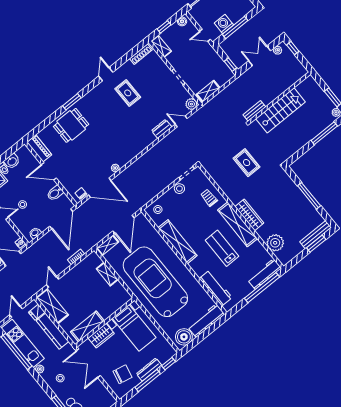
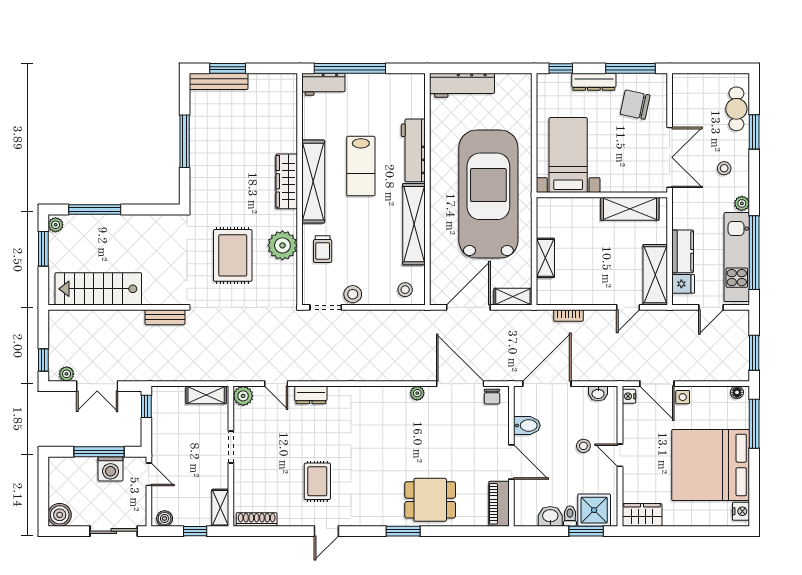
stairs: (281, 110) -> (98, 289), moved
rug: (247, 163) -> (233, 255), width x1.36, depth x1.43
plant: (275, 243) -> (282, 245), moved
workbench: (264, 274) -> (323, 84), width x0.73
car: (155, 282) -> (488, 194), turned 180
workbench: (216, 288) -> (413, 150), moved
kitchen counter: (53, 331) -> (683, 251), width x0.67
wardrobe: (101, 336) -> (622, 181), removed
boiler: (184, 337) -> (510, 88), removed
window: (148, 381) -> (630, 68), moved

